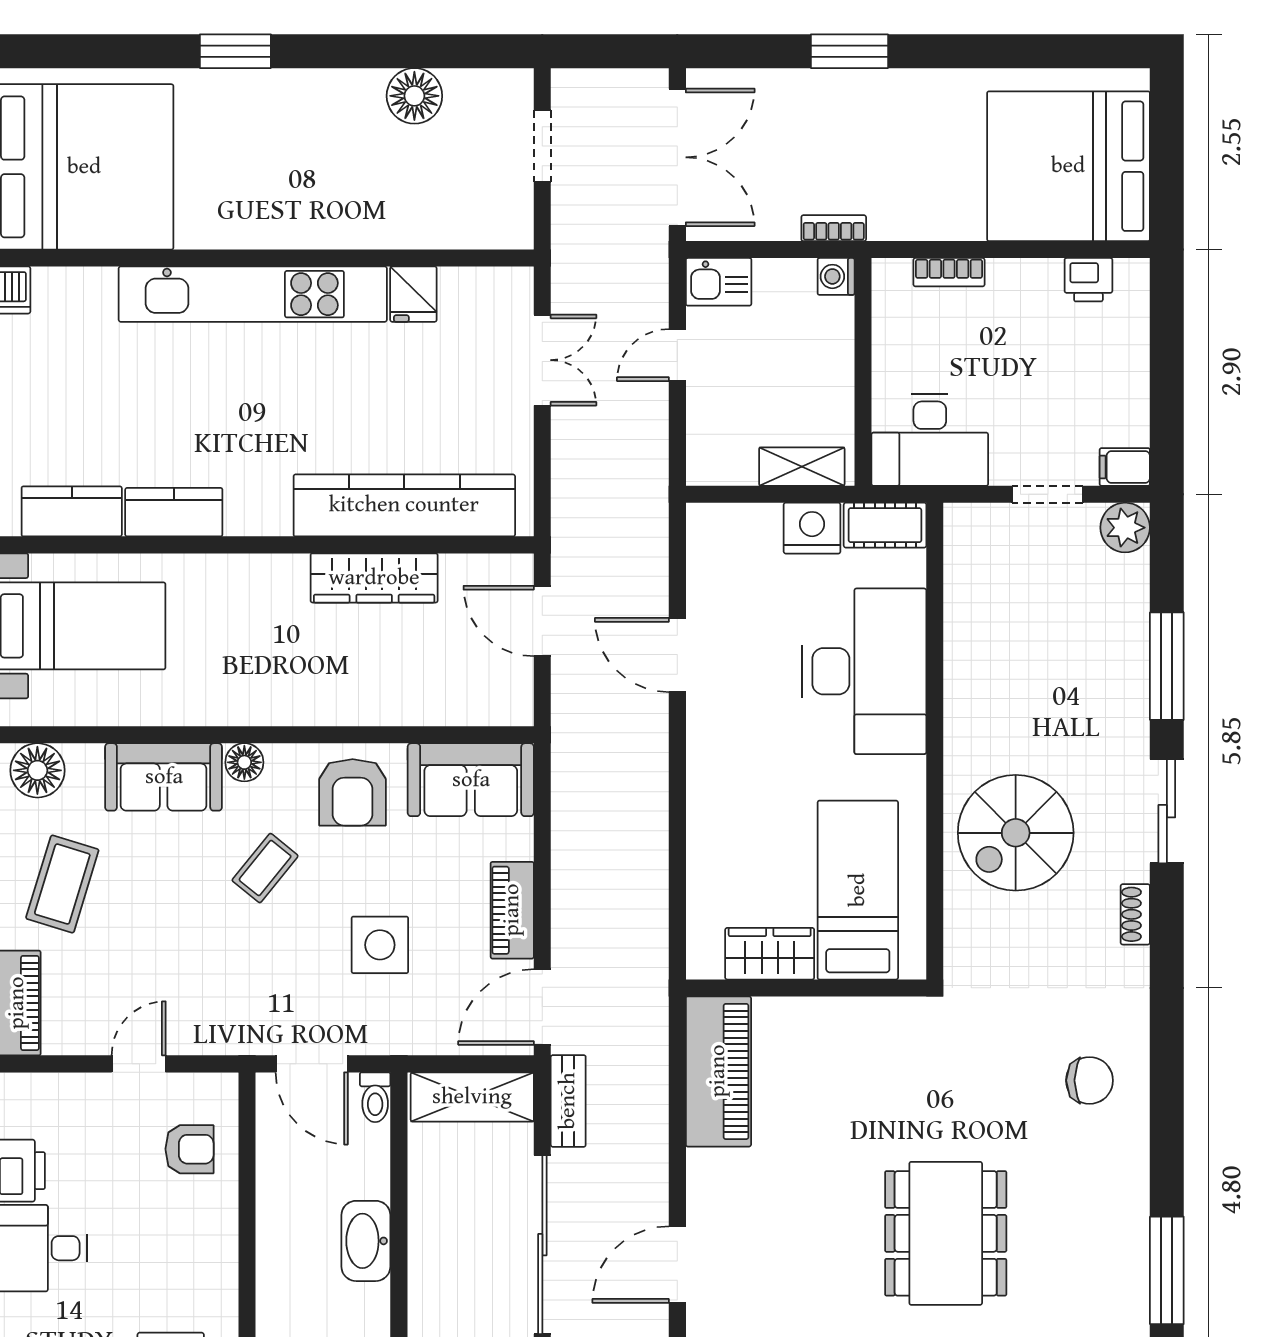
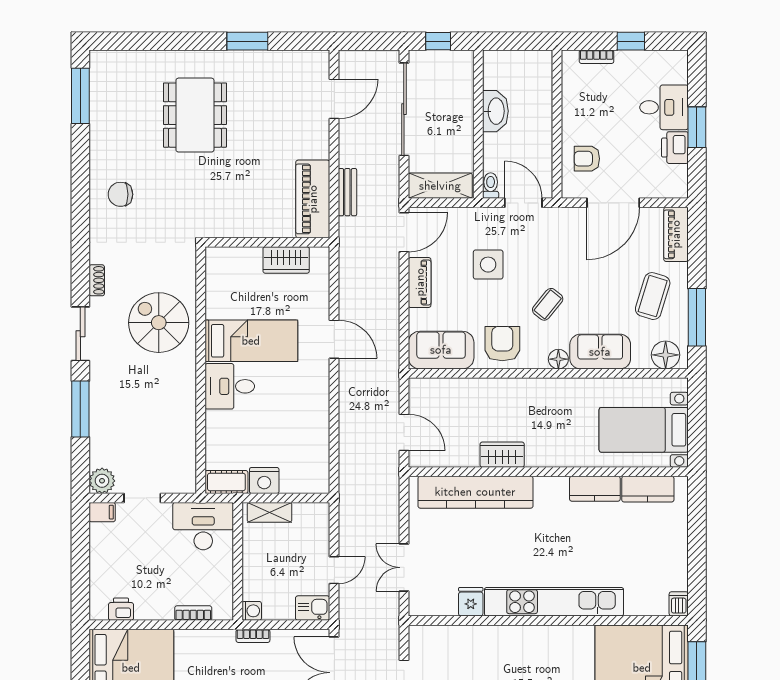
wardrobe: (374, 578) -> (502, 455), width x0.67
door: (677, 655) -> (334, 339), moved
desk: (864, 671) -> (230, 386), width x0.53, depth x0.77
spiral stairs: (1016, 833) -> (159, 323), turned -90
bed: (858, 890) -> (251, 341), moved, turned -90
door: (139, 1064) -> (613, 203), width x1.88
bench: (568, 1101) -> (347, 192), moved

